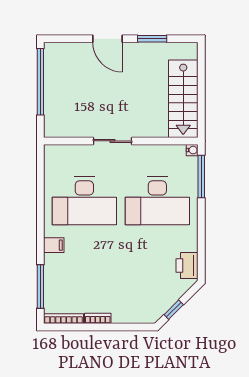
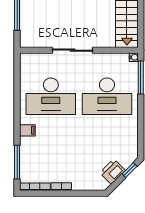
sliding door: (112, 141) -> (73, 50), width x1.37
printer: (187, 266) -> (113, 172), moved, turned 45
window: (174, 310) -> (129, 170), moved

